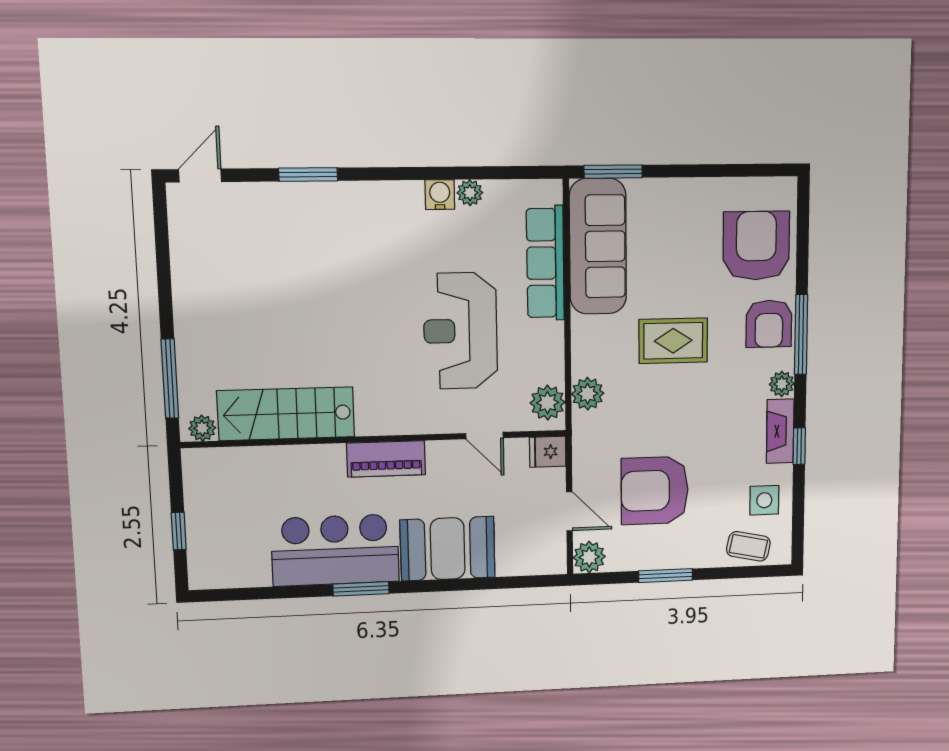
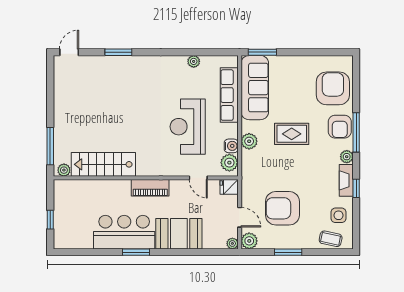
water cooler: (440, 195) -> (231, 146), moved, turned 90
plant: (588, 394) -> (249, 141), moved
plant: (556, 563) -> (232, 243), added

